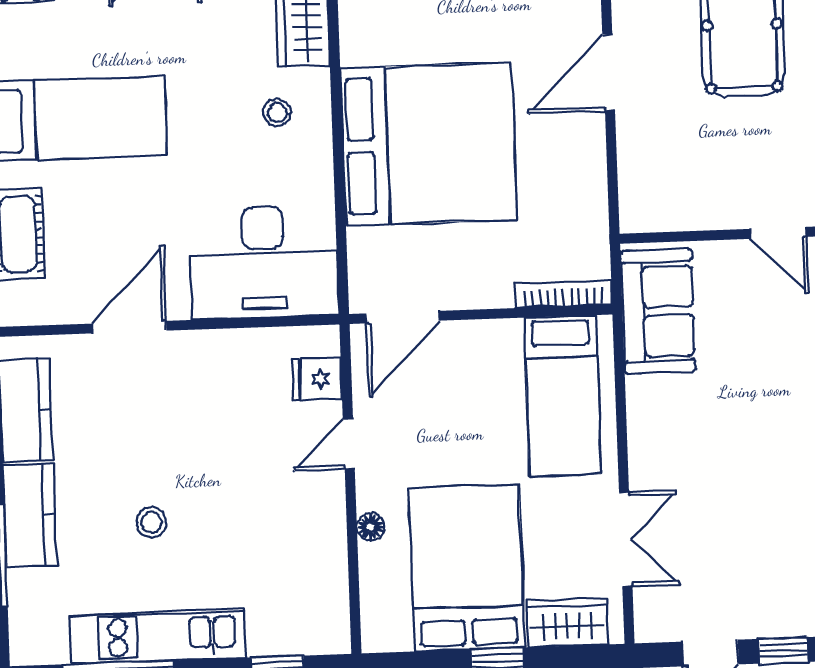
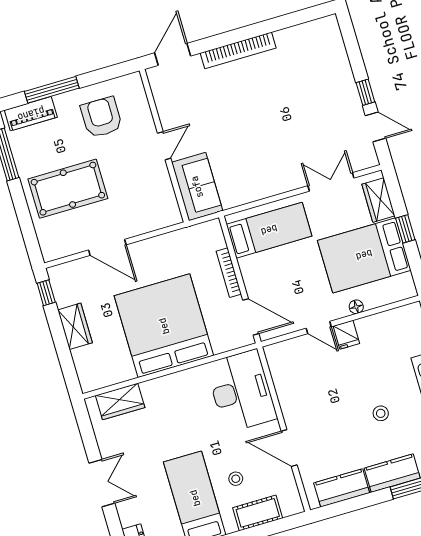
stool: (277, 113) -> (236, 479), moved
bookcase: (563, 294) -> (229, 273), moved
sofa: (658, 311) -> (197, 187), moved, turned 90
fridge: (317, 379) -> (346, 335), moved

